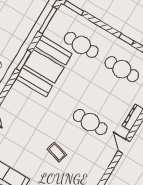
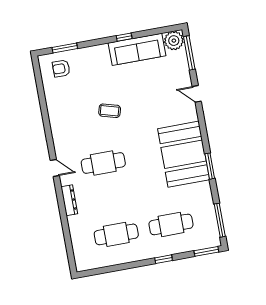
window: (126, 39) -> (164, 259), moved
booth: (44, 66) -> (184, 154), moved

